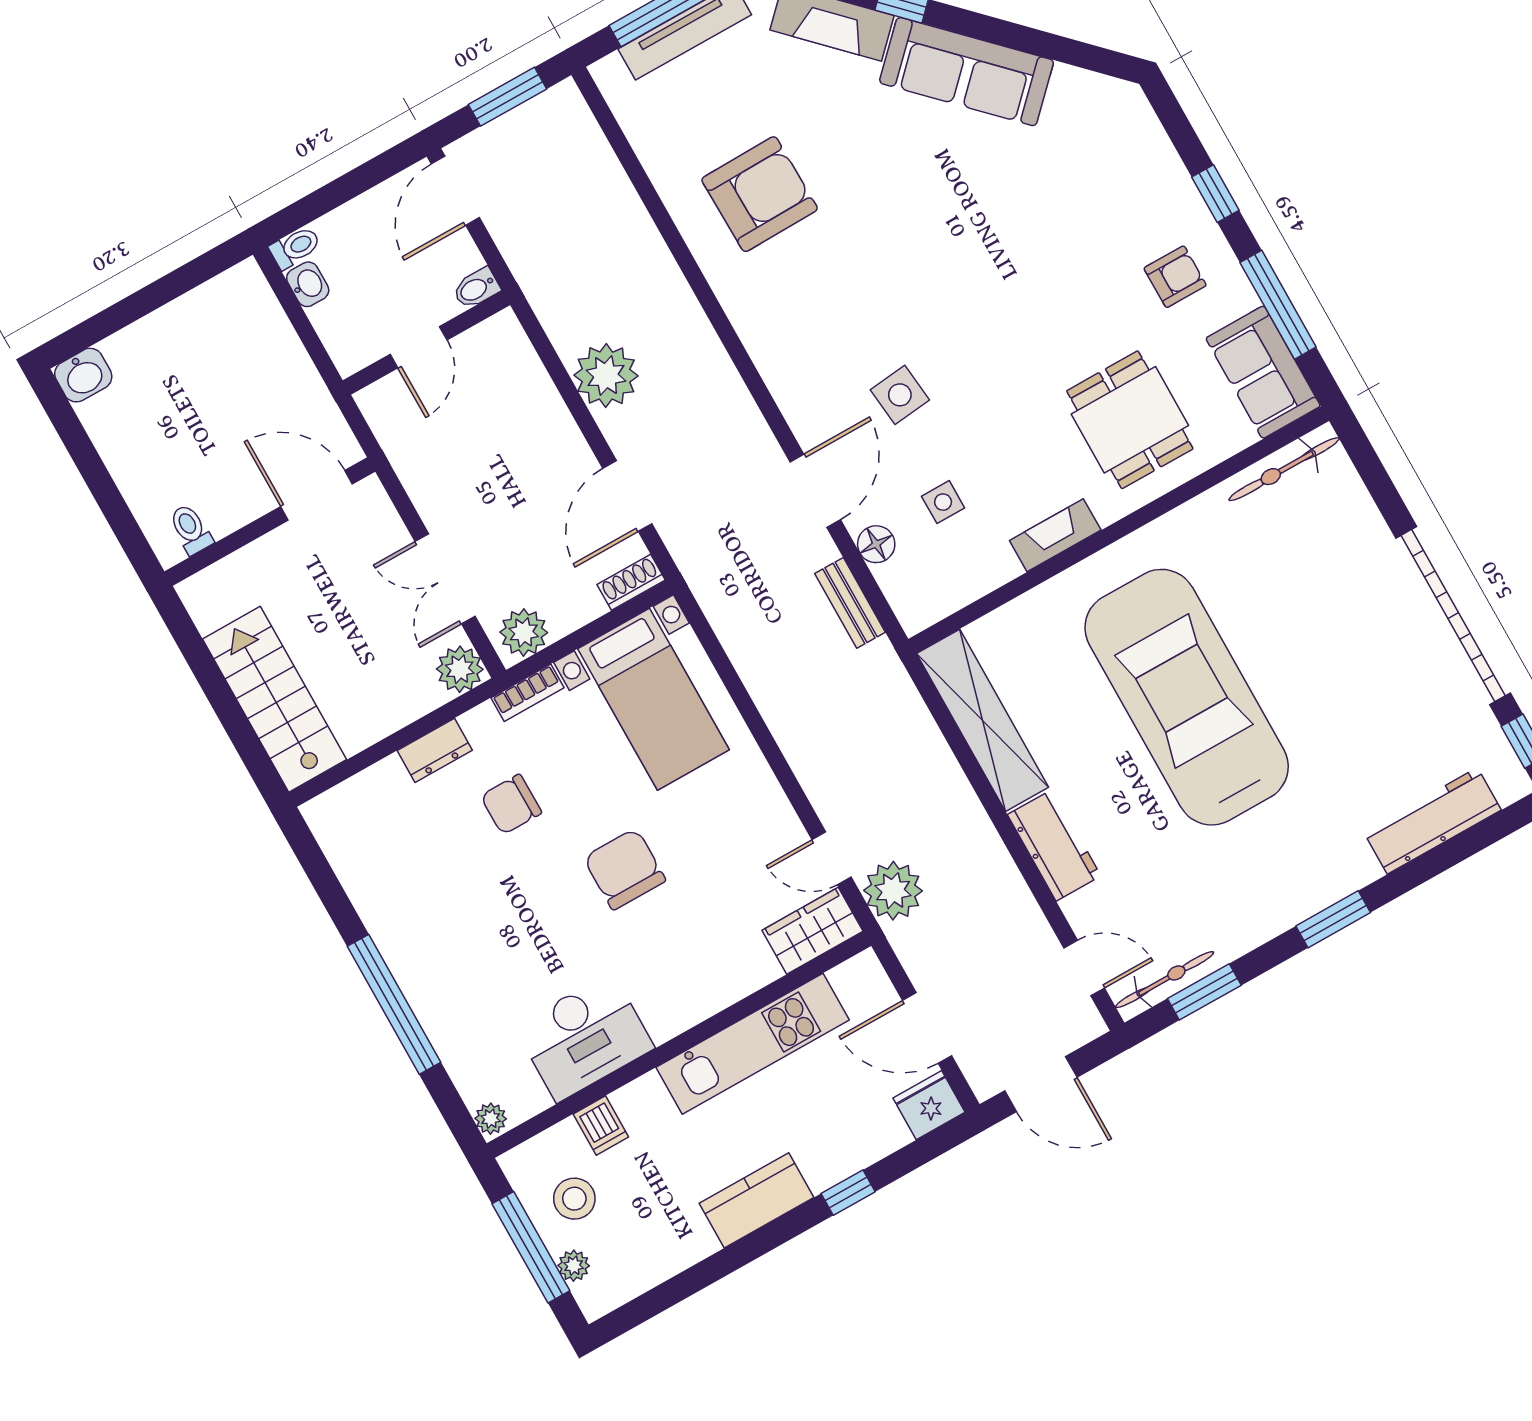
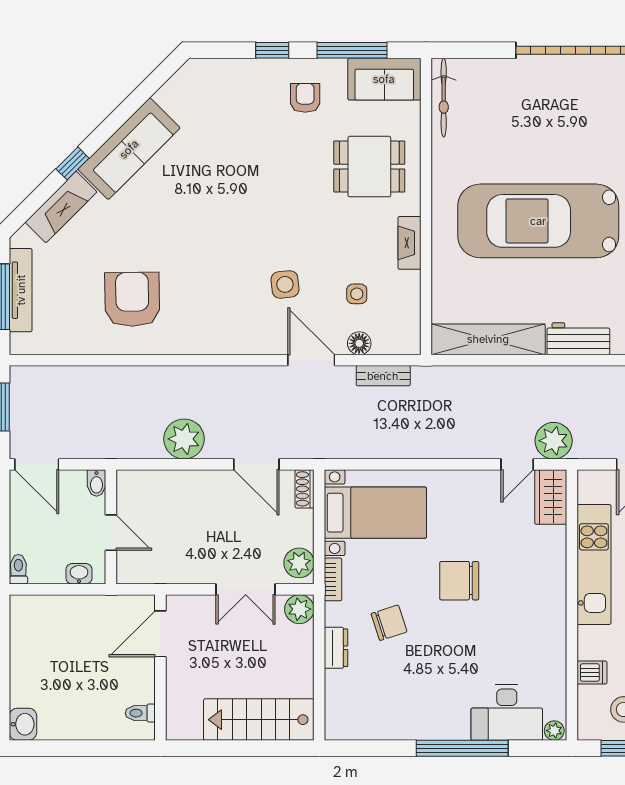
washbasin: (308, 284) -> (79, 574), moved
chair: (511, 804) -> (389, 623), turned -108
desk: (584, 1037) -> (507, 712), moved, turned 90

